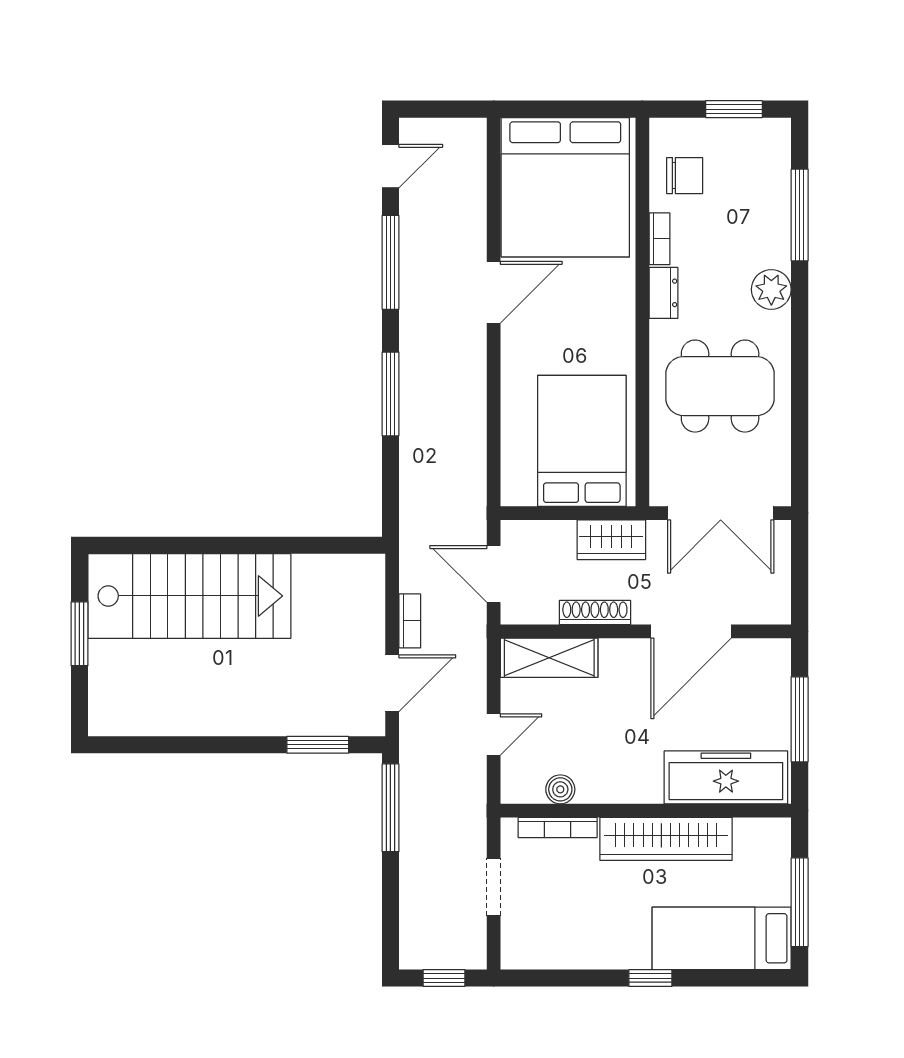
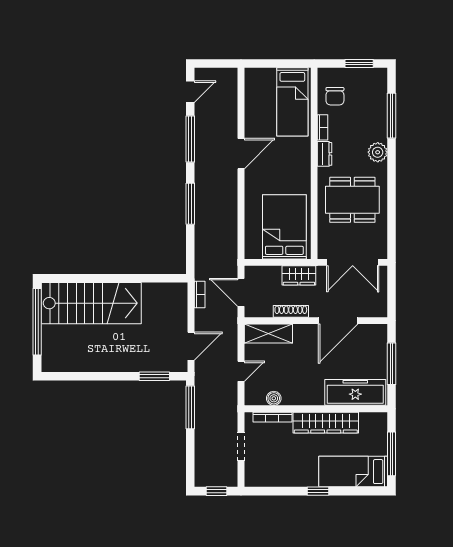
chair: (685, 176) -> (335, 96), turned 90
bed: (565, 187) -> (292, 102), width x0.49
bookcase: (410, 621) -> (200, 294), moved
window: (79, 634) -> (37, 322), width x2.11

